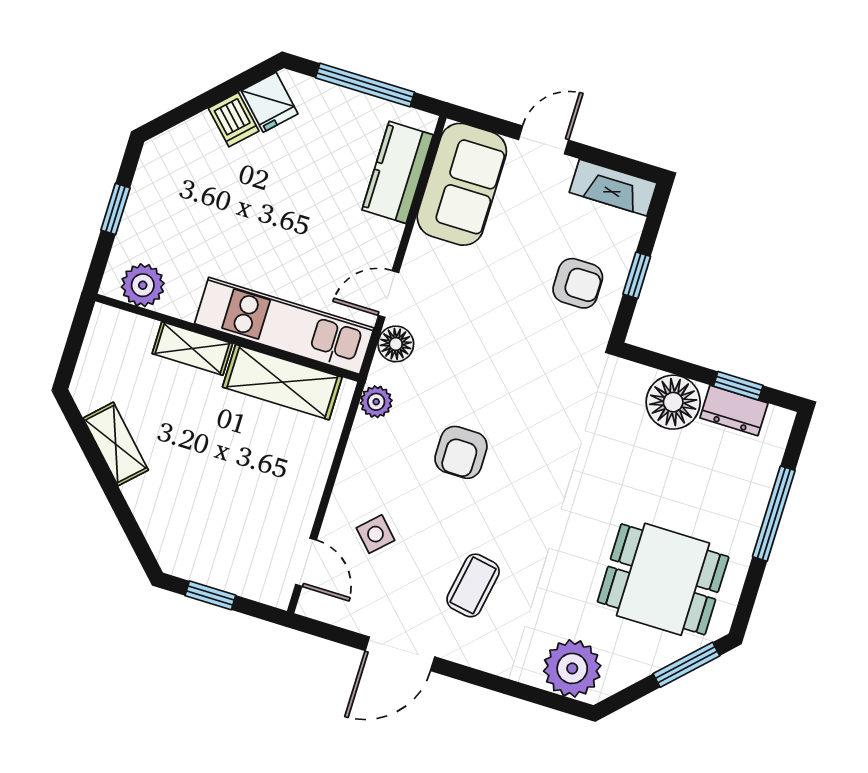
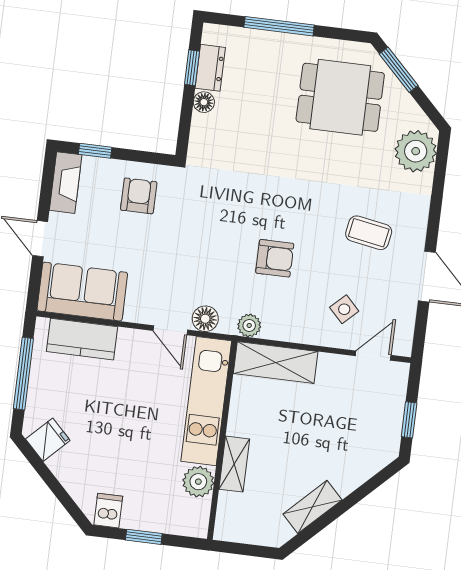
dishwasher: (234, 120) -> (108, 511), moved, turned -45
window: (637, 275) -> (95, 151), moved
plant: (143, 285) -> (198, 482), moved
shelving: (282, 382) -> (276, 363), moved, turned 90
floor lamp: (673, 402) -> (204, 102), width x0.53, depth x0.53
dining table: (663, 579) -> (340, 97), turned 90

